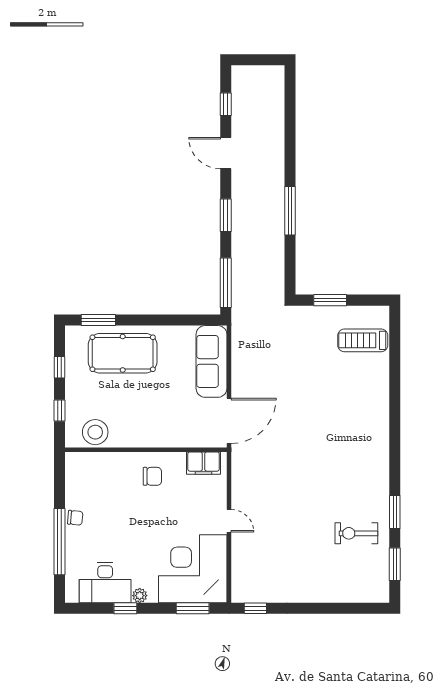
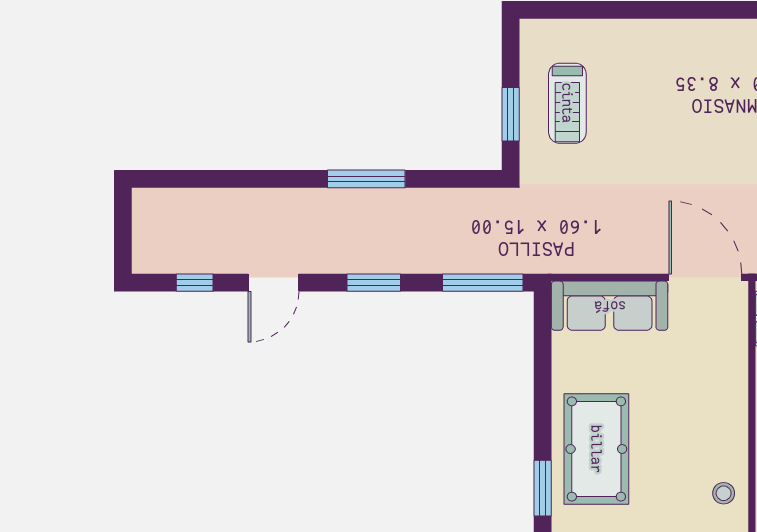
treadmill: (363, 340) -> (567, 103), moved
stool: (95, 432) -> (724, 493), width x0.53, depth x0.53

